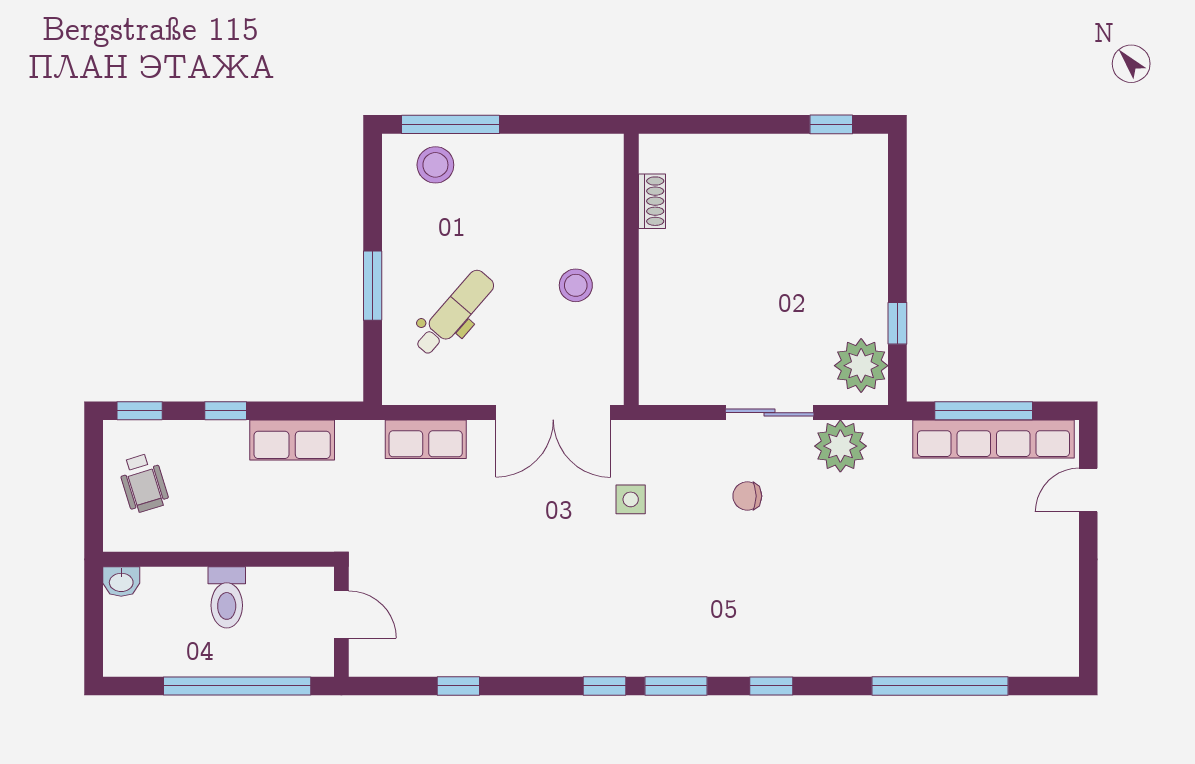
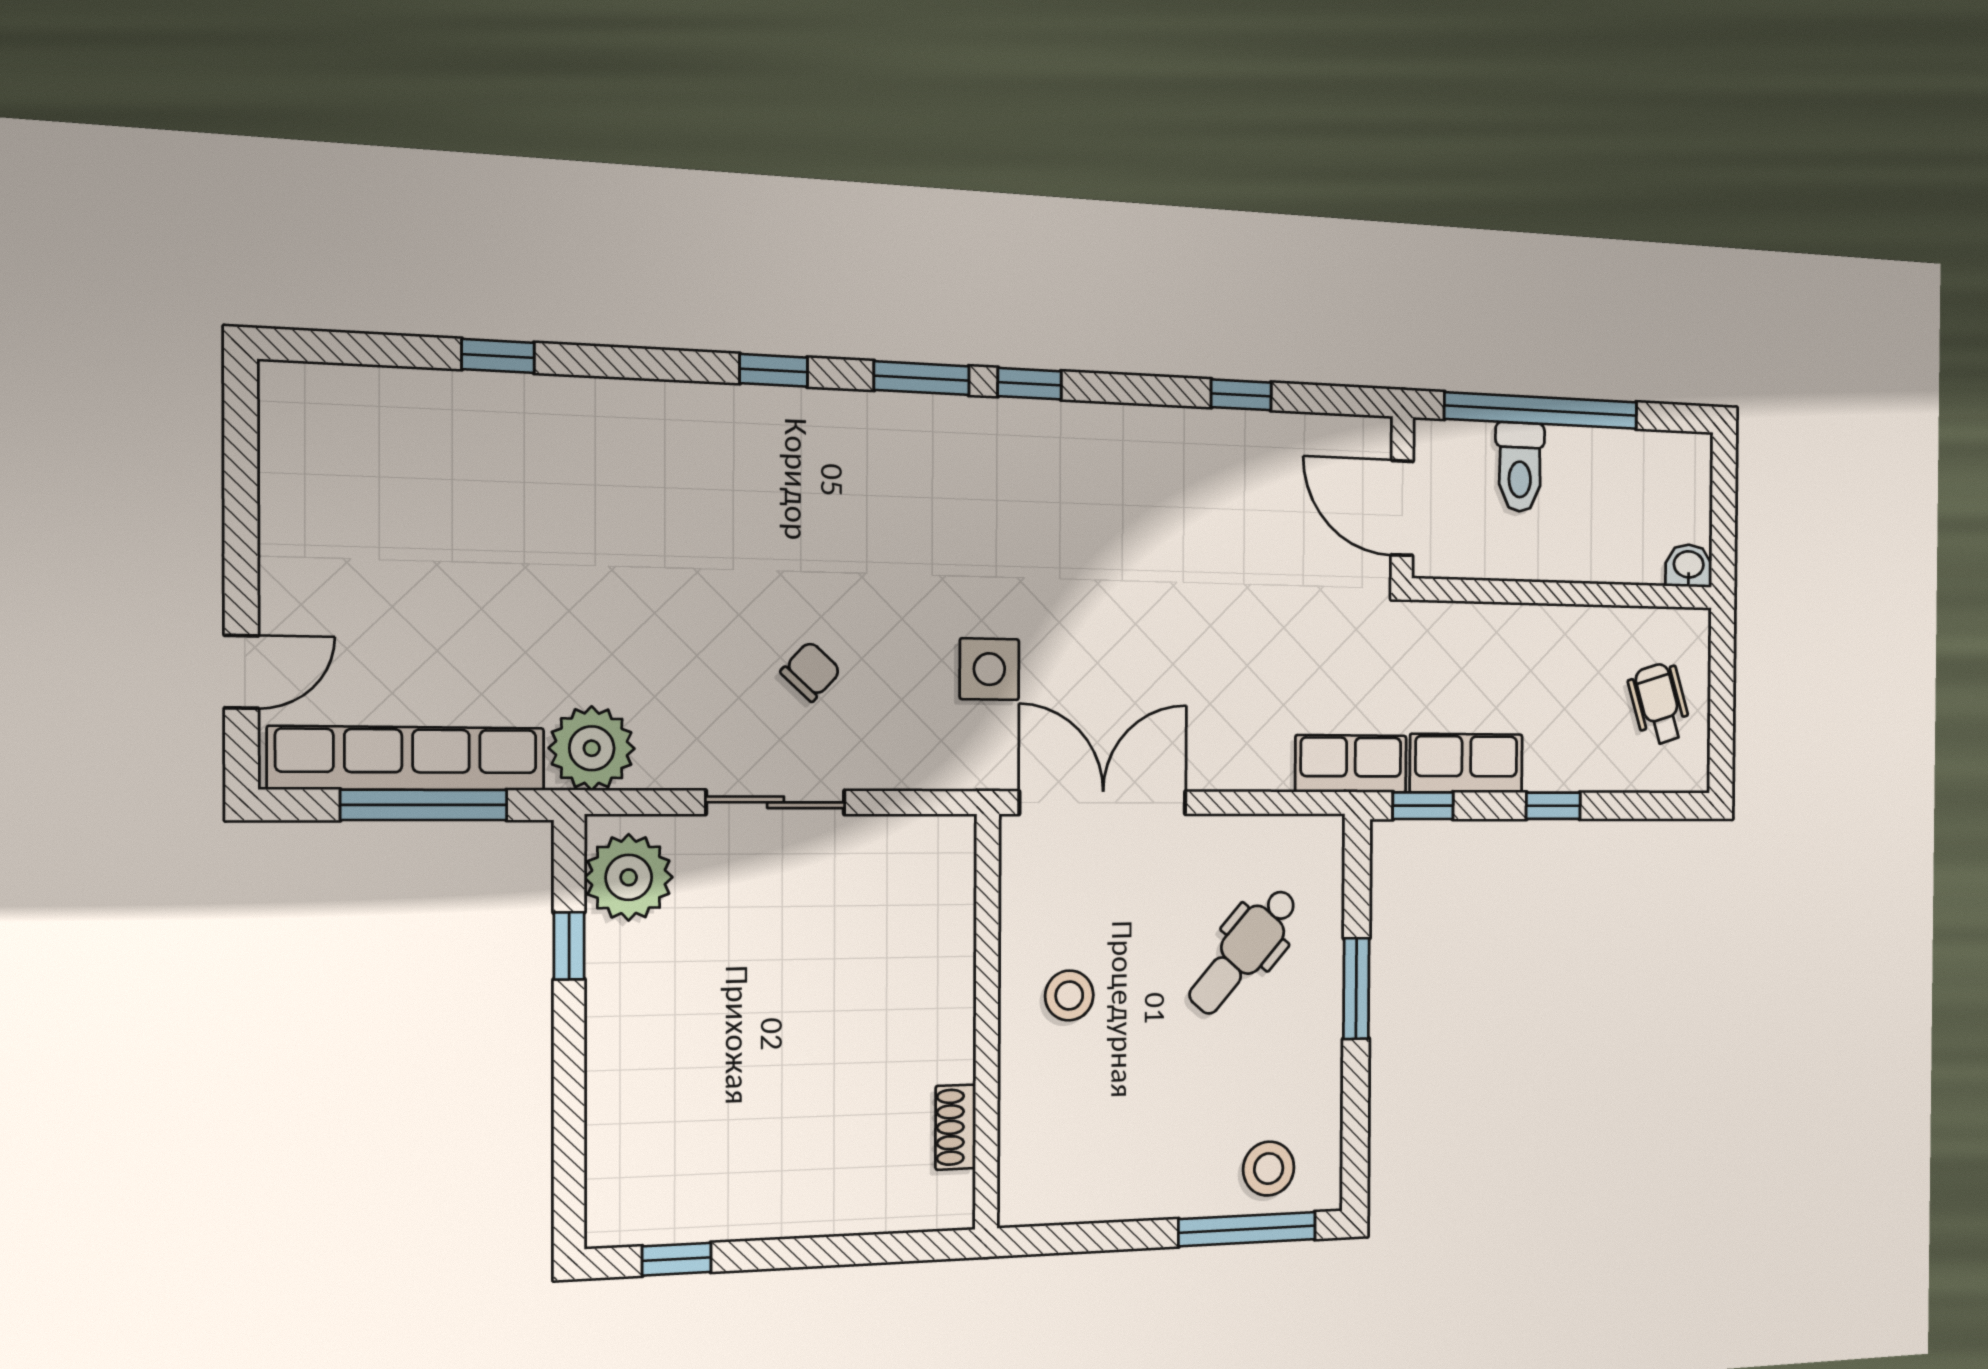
window: (140, 411) -> (1423, 806), moved
row of seats: (426, 439) -> (1351, 764), moved
plant: (840, 446) -> (592, 748), moved
chair: (747, 496) -> (811, 671), turned -47
side table: (631, 499) -> (989, 669), width x1.37, depth x1.37
toilet: (227, 597) -> (1520, 467), moved, turned 180
door: (341, 614) -> (1402, 508), width x1.37
window: (940, 686) -> (498, 356), width x0.32

